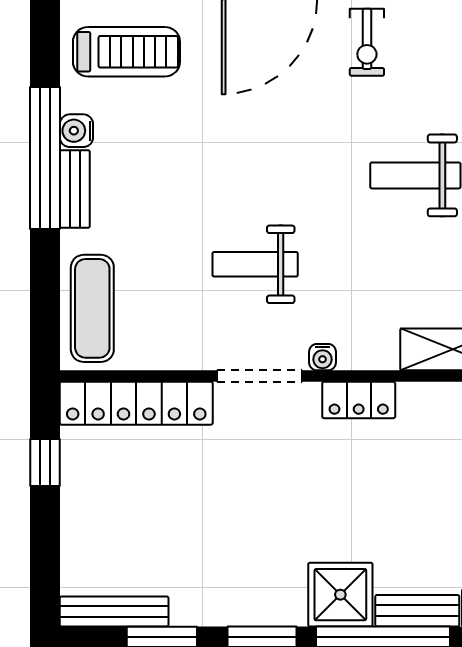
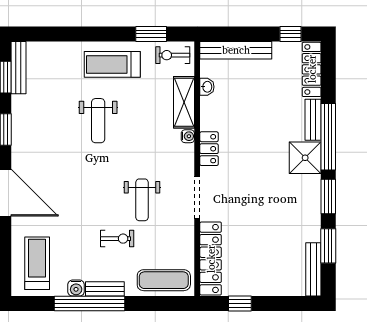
exercise bike: (367, 42) -> (117, 239), moved
water cooler: (322, 357) -> (188, 136), moved

